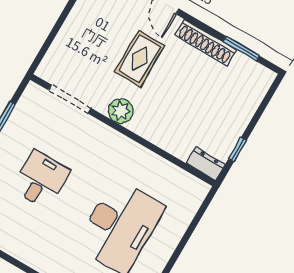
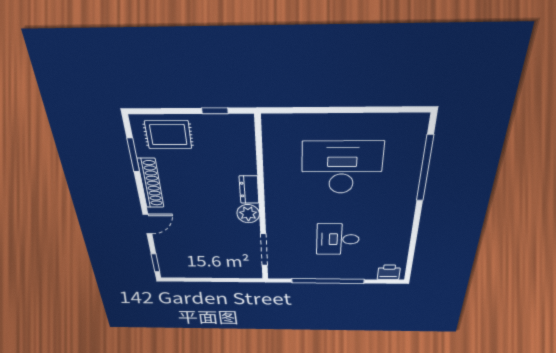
rug: (140, 58) -> (168, 135), moved
dresser: (206, 164) -> (249, 190), moved

